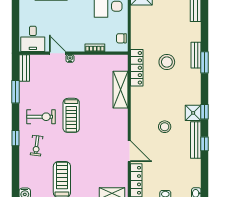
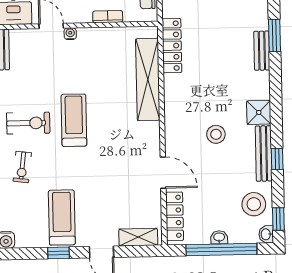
bench: (196, 55) -> (262, 51), moved
stool: (167, 62) -> (254, 204), moved
shelving: (120, 90) -> (148, 79), width x1.47
window: (205, 112) -> (278, 219), moved
treadmill: (71, 115) -> (74, 120), turned 180

